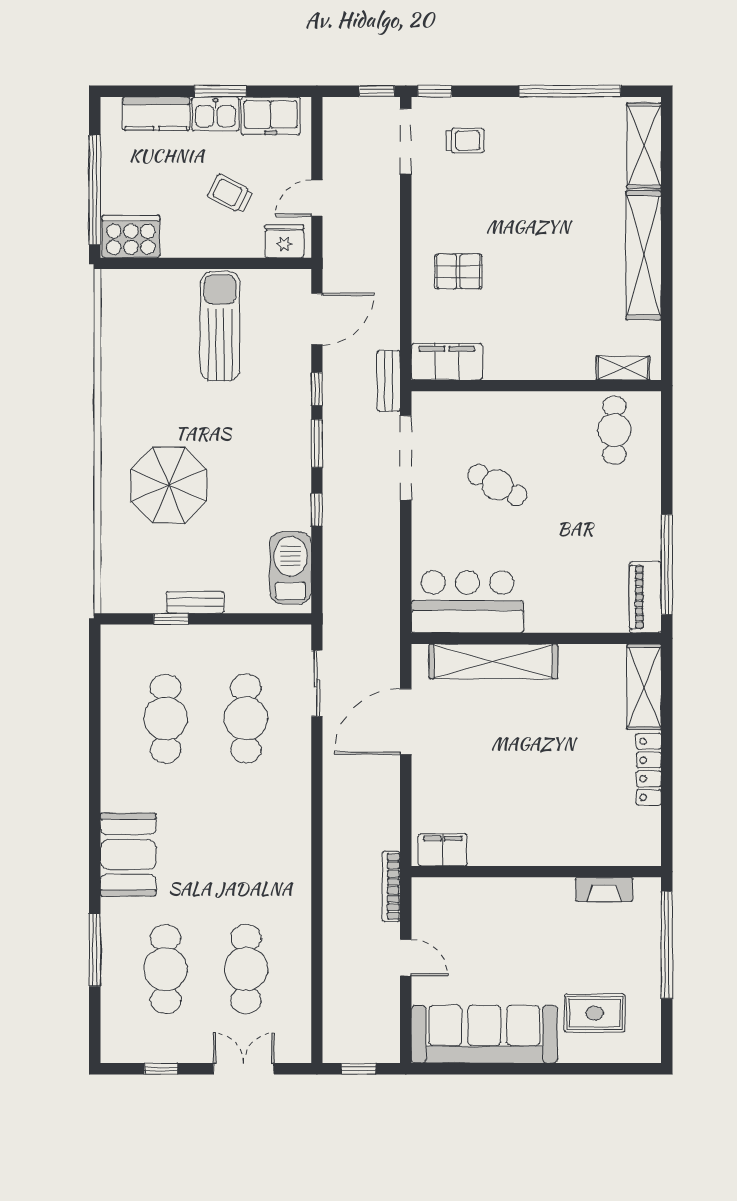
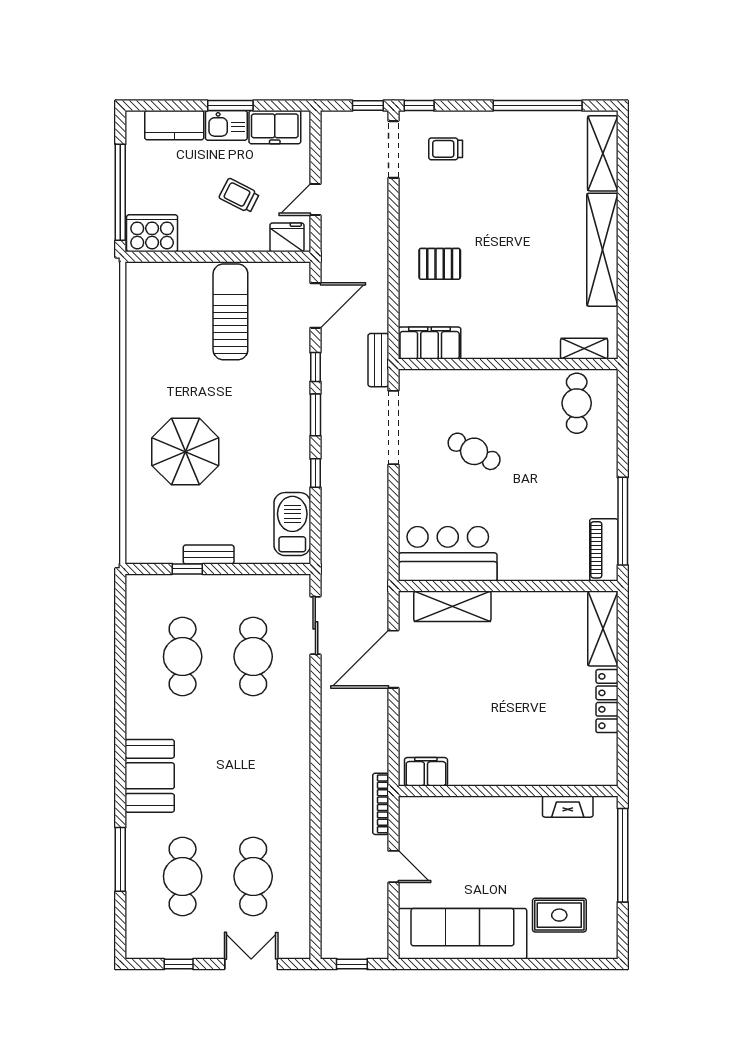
trolley: (465, 141) -> (446, 149), turned 180
shelving: (493, 661) -> (452, 606), width x0.68

